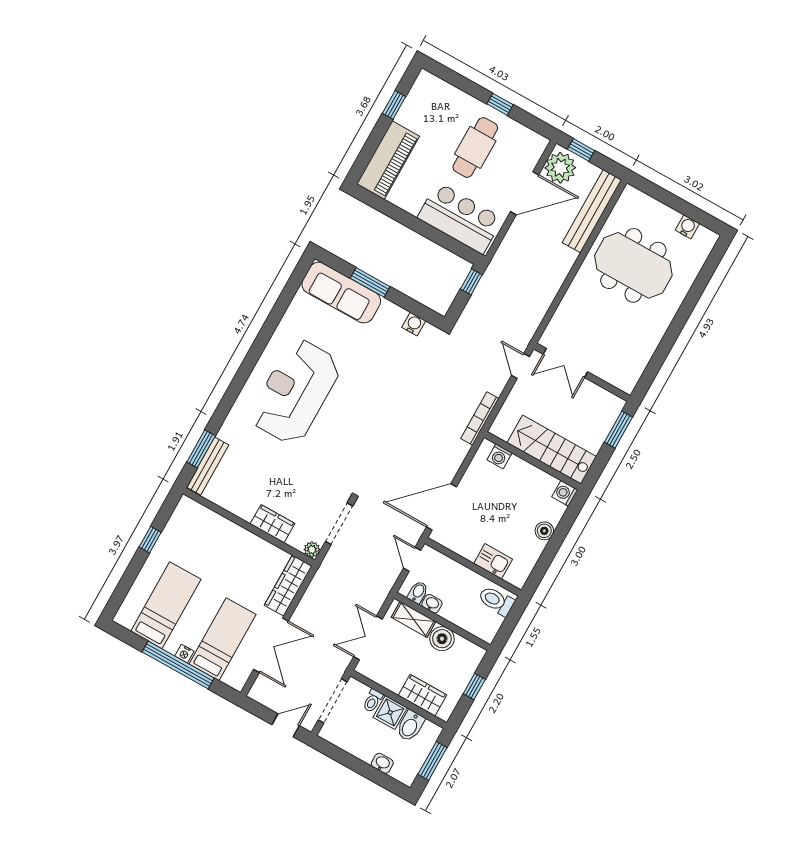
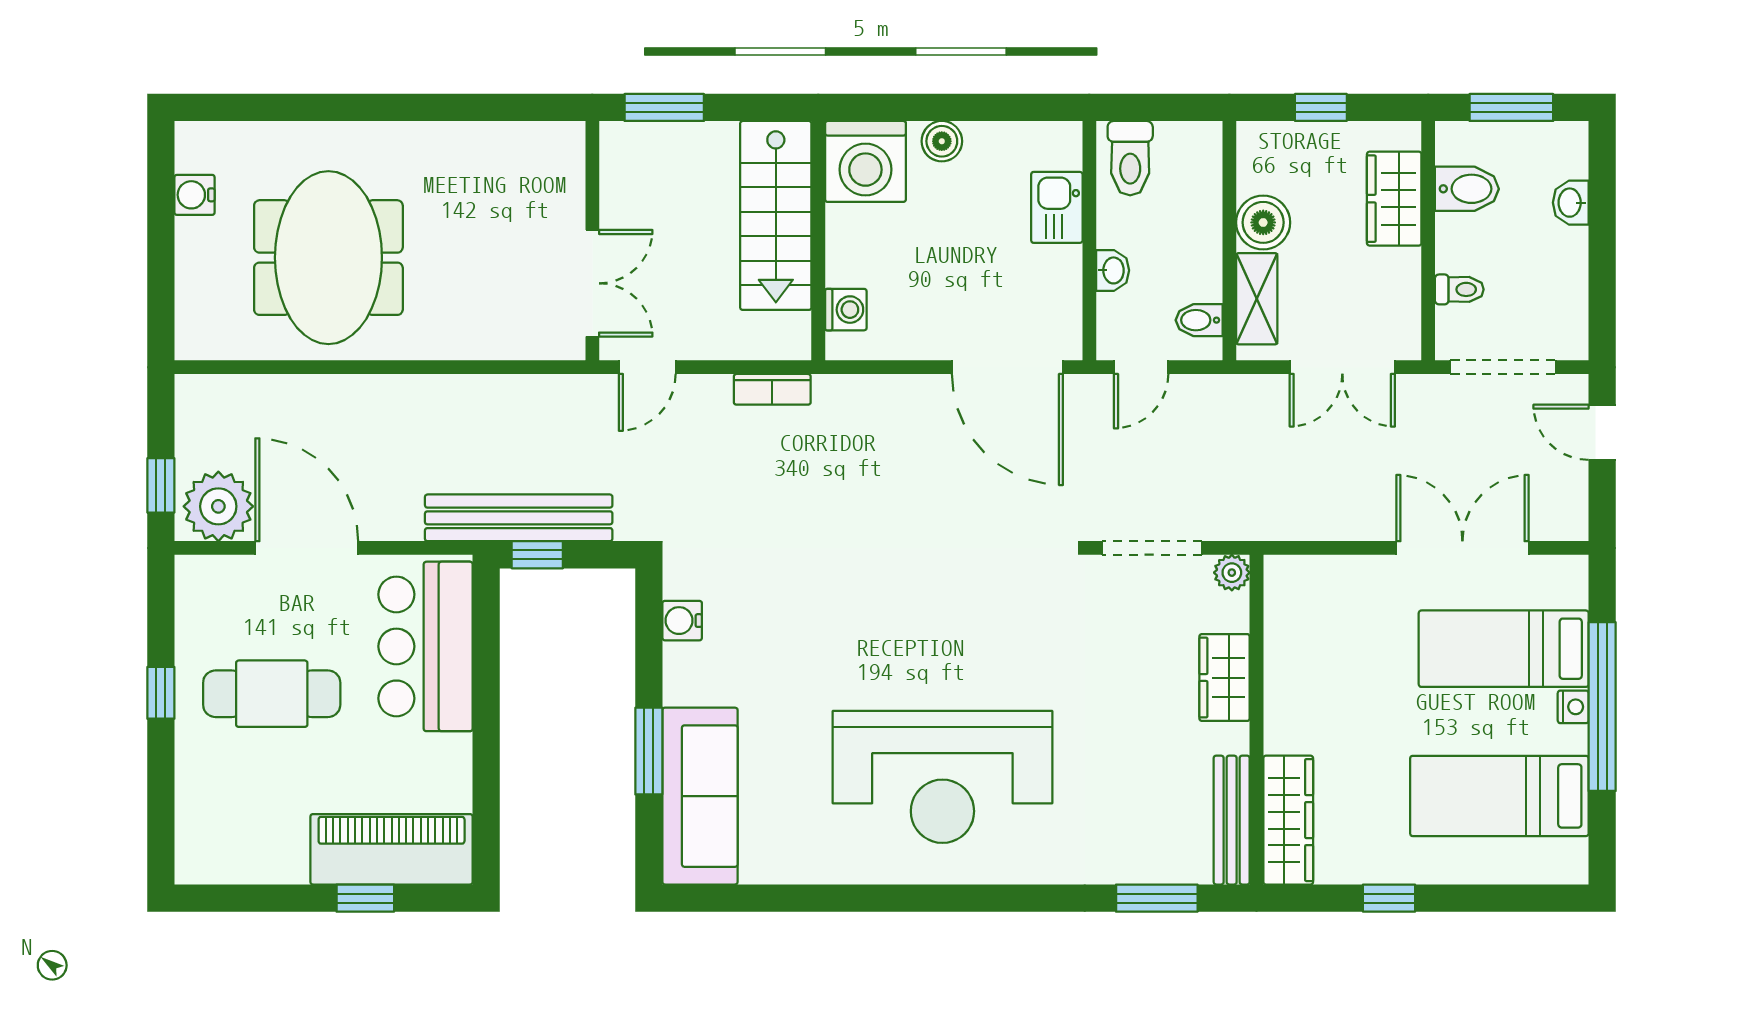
window: (394, 105) -> (365, 898), moved
bench: (592, 211) -> (519, 518), moved
bookcase: (480, 419) -> (772, 389), width x0.64
bench: (208, 466) -> (1232, 820), moved, turned 90
washing machine: (565, 493) -> (865, 161), width x1.89, depth x1.89
wardrobe: (288, 586) -> (1288, 820), moved, turned -90
washbasin: (432, 604) -> (1113, 270), moved, turned 180
shower: (390, 712) -> (1463, 243), removed

